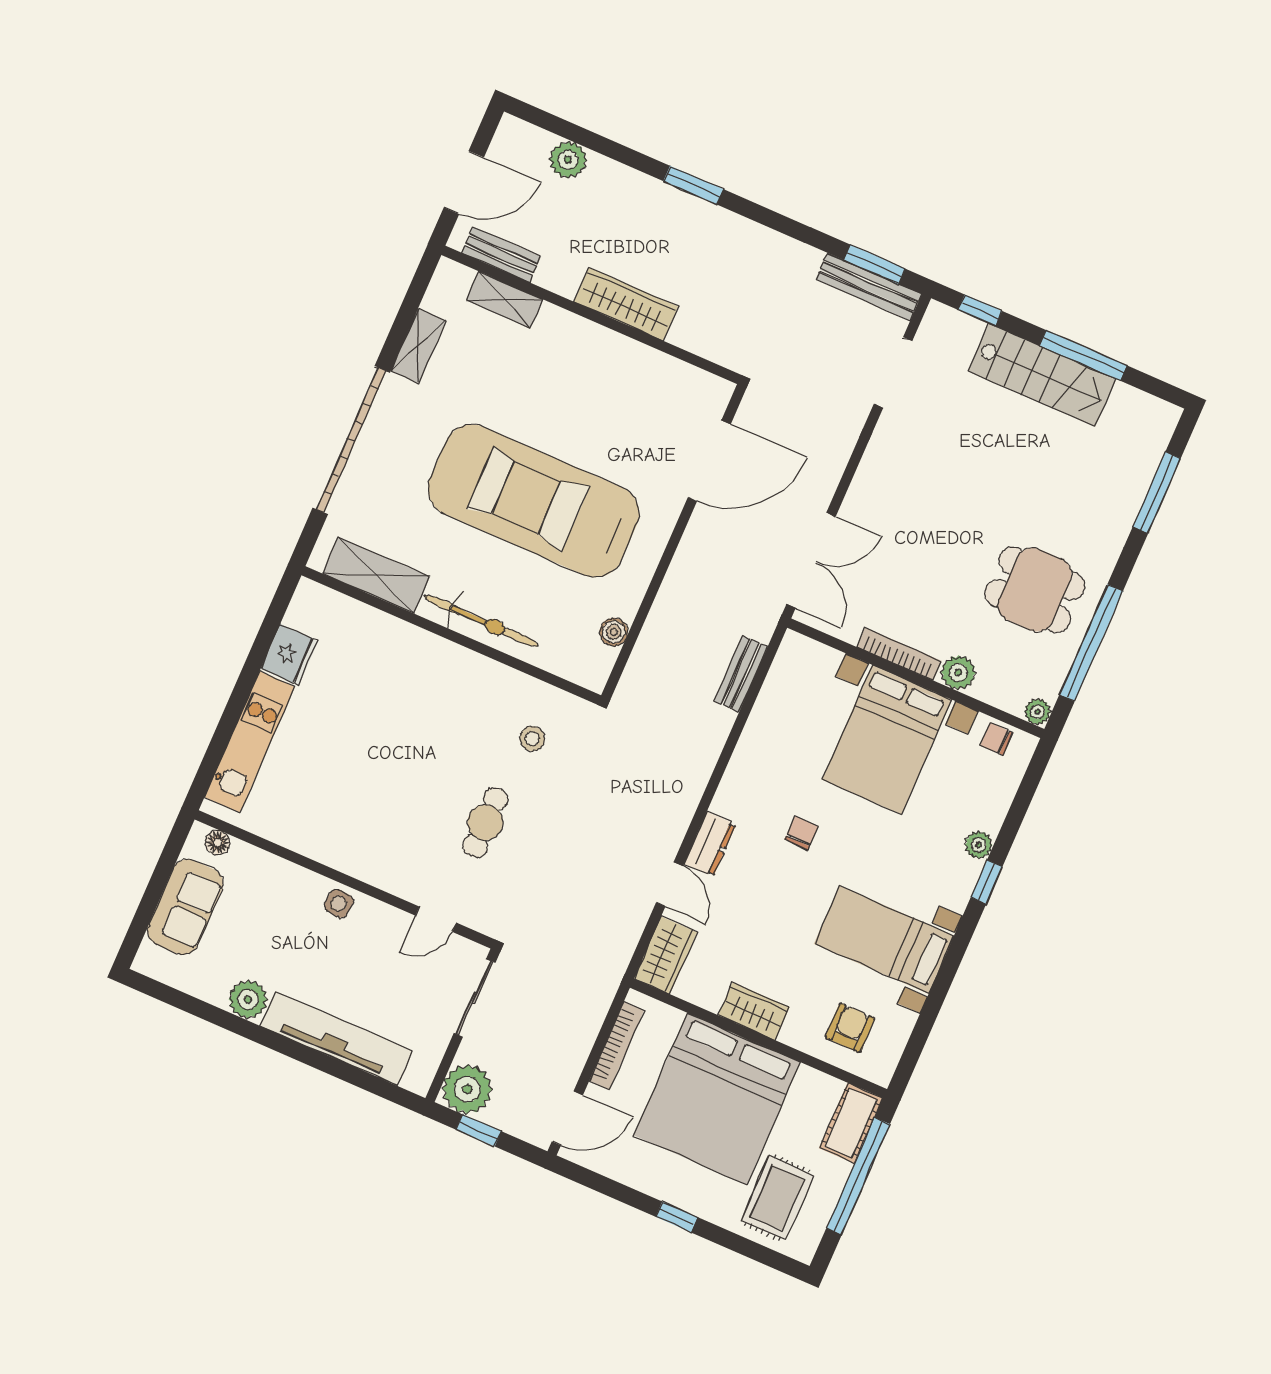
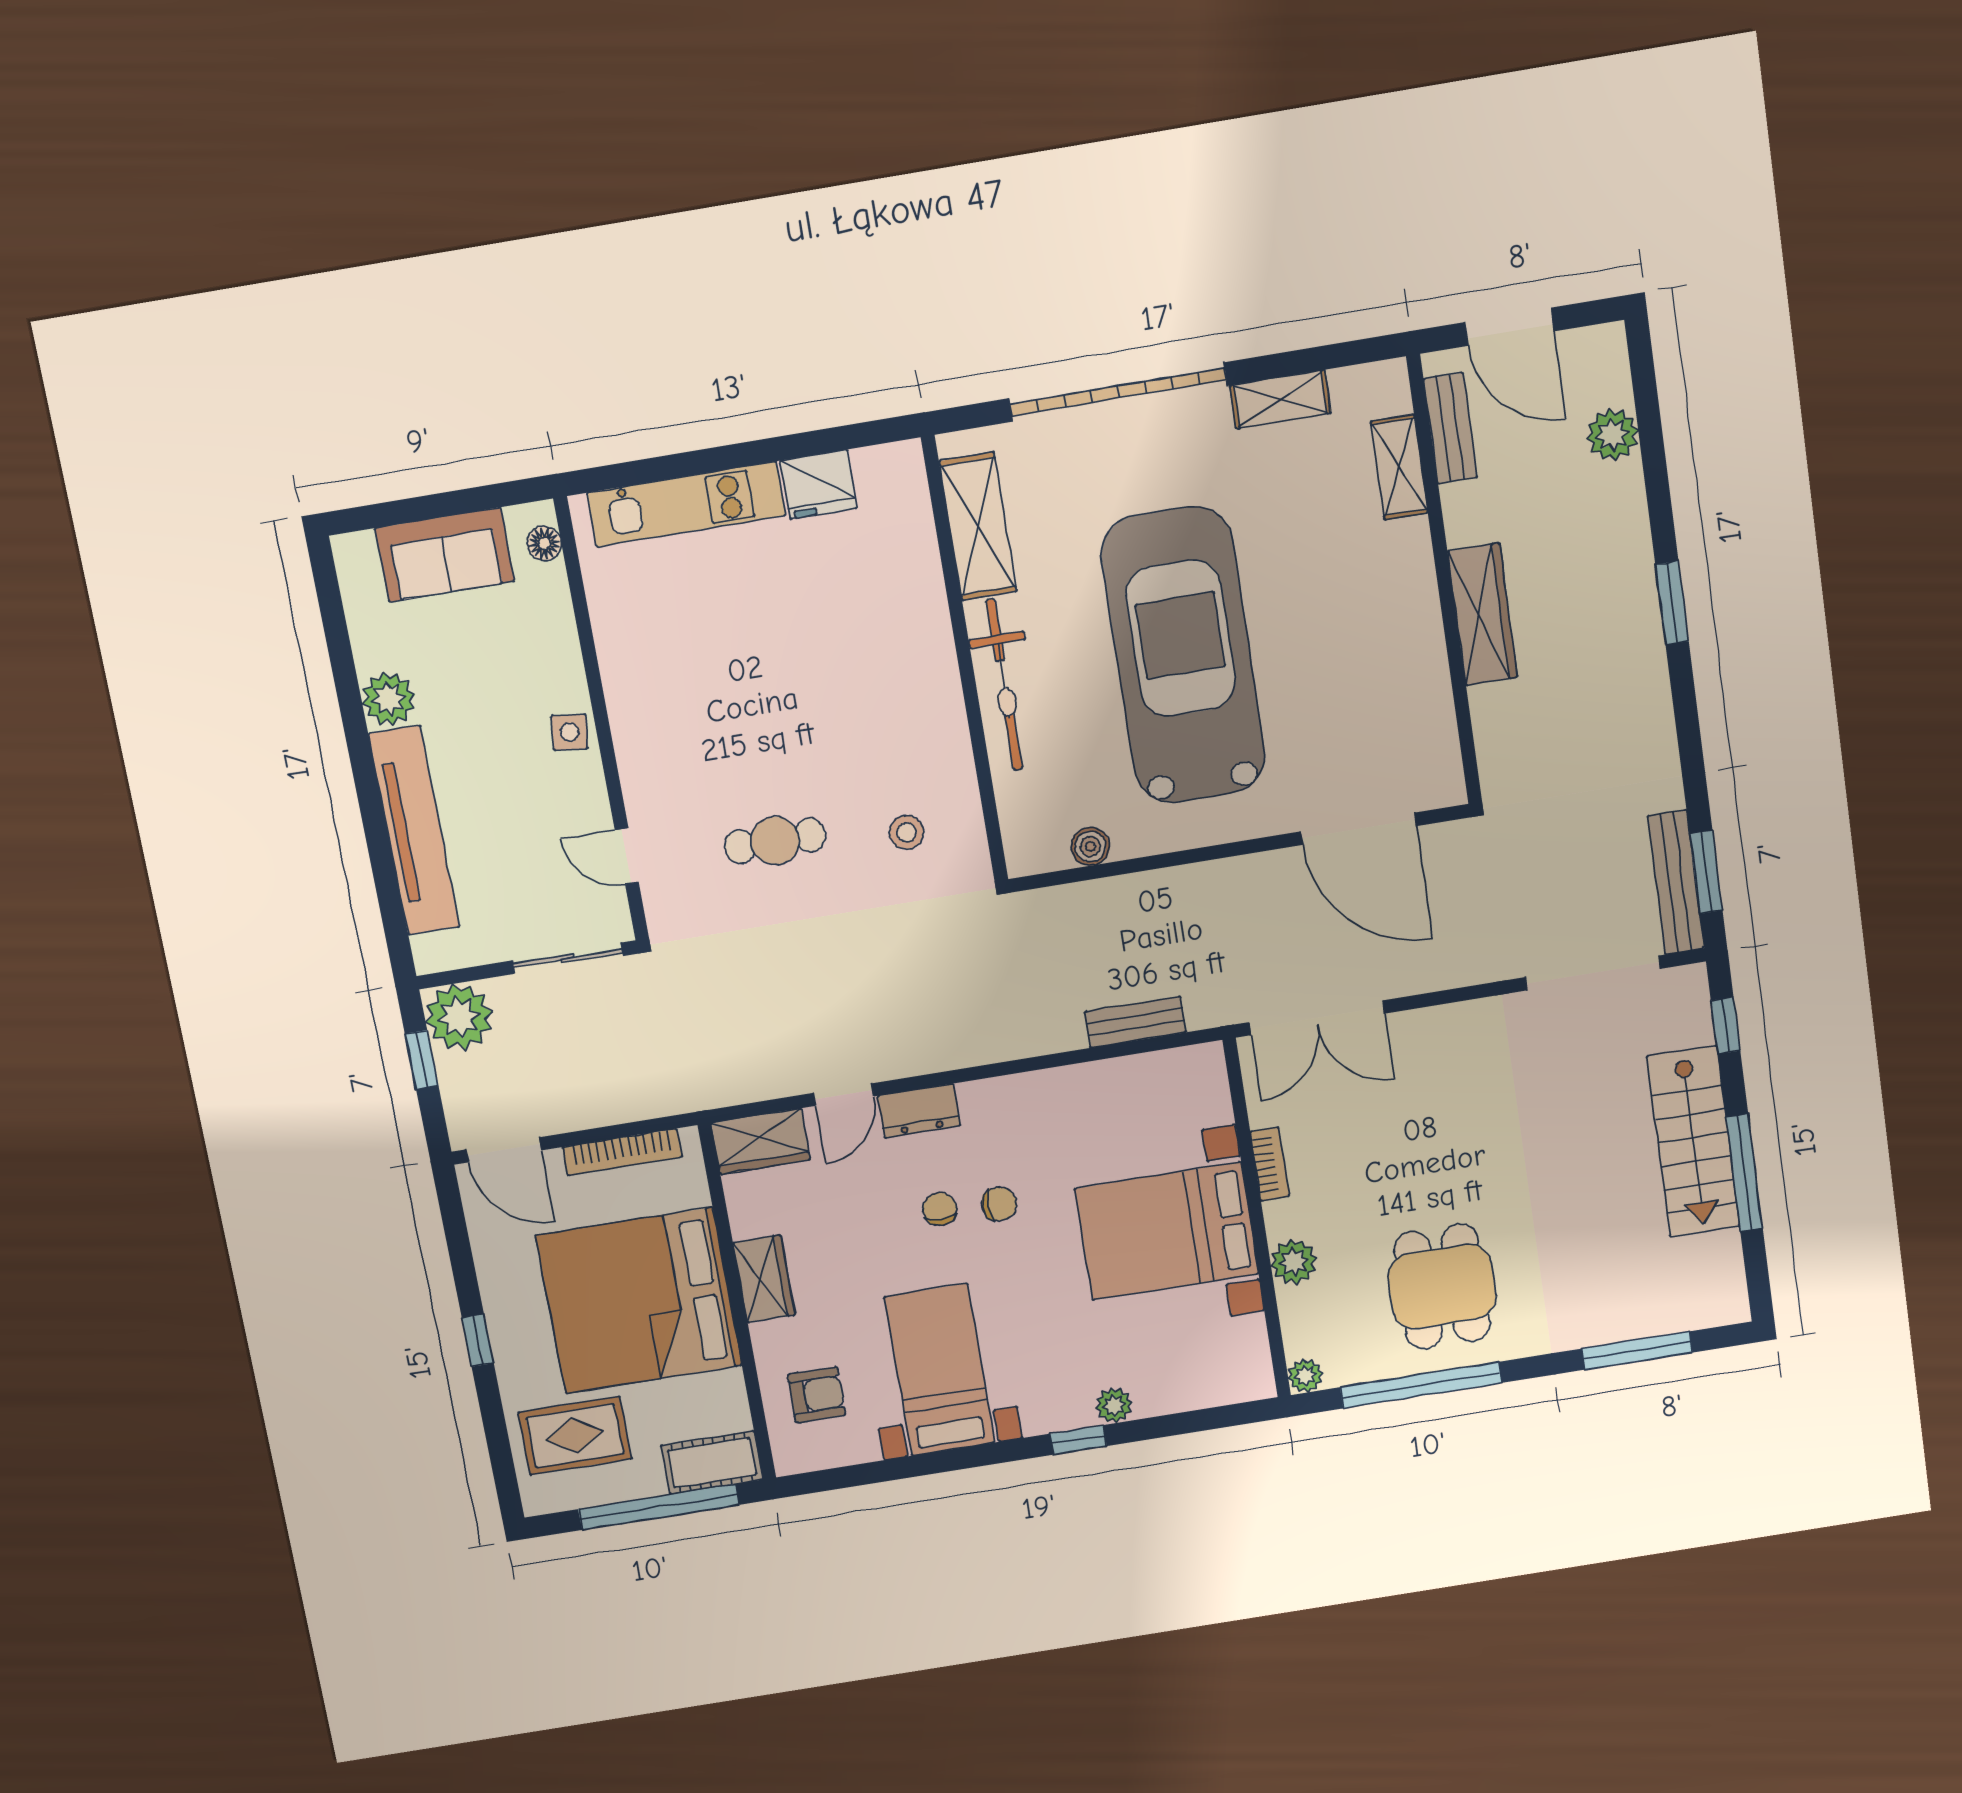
doorway: (893, 373) -> (1593, 973), width x1.36
bookcase: (899, 654) -> (1270, 1164), width x0.64
chair: (997, 739) -> (940, 1209), moved

